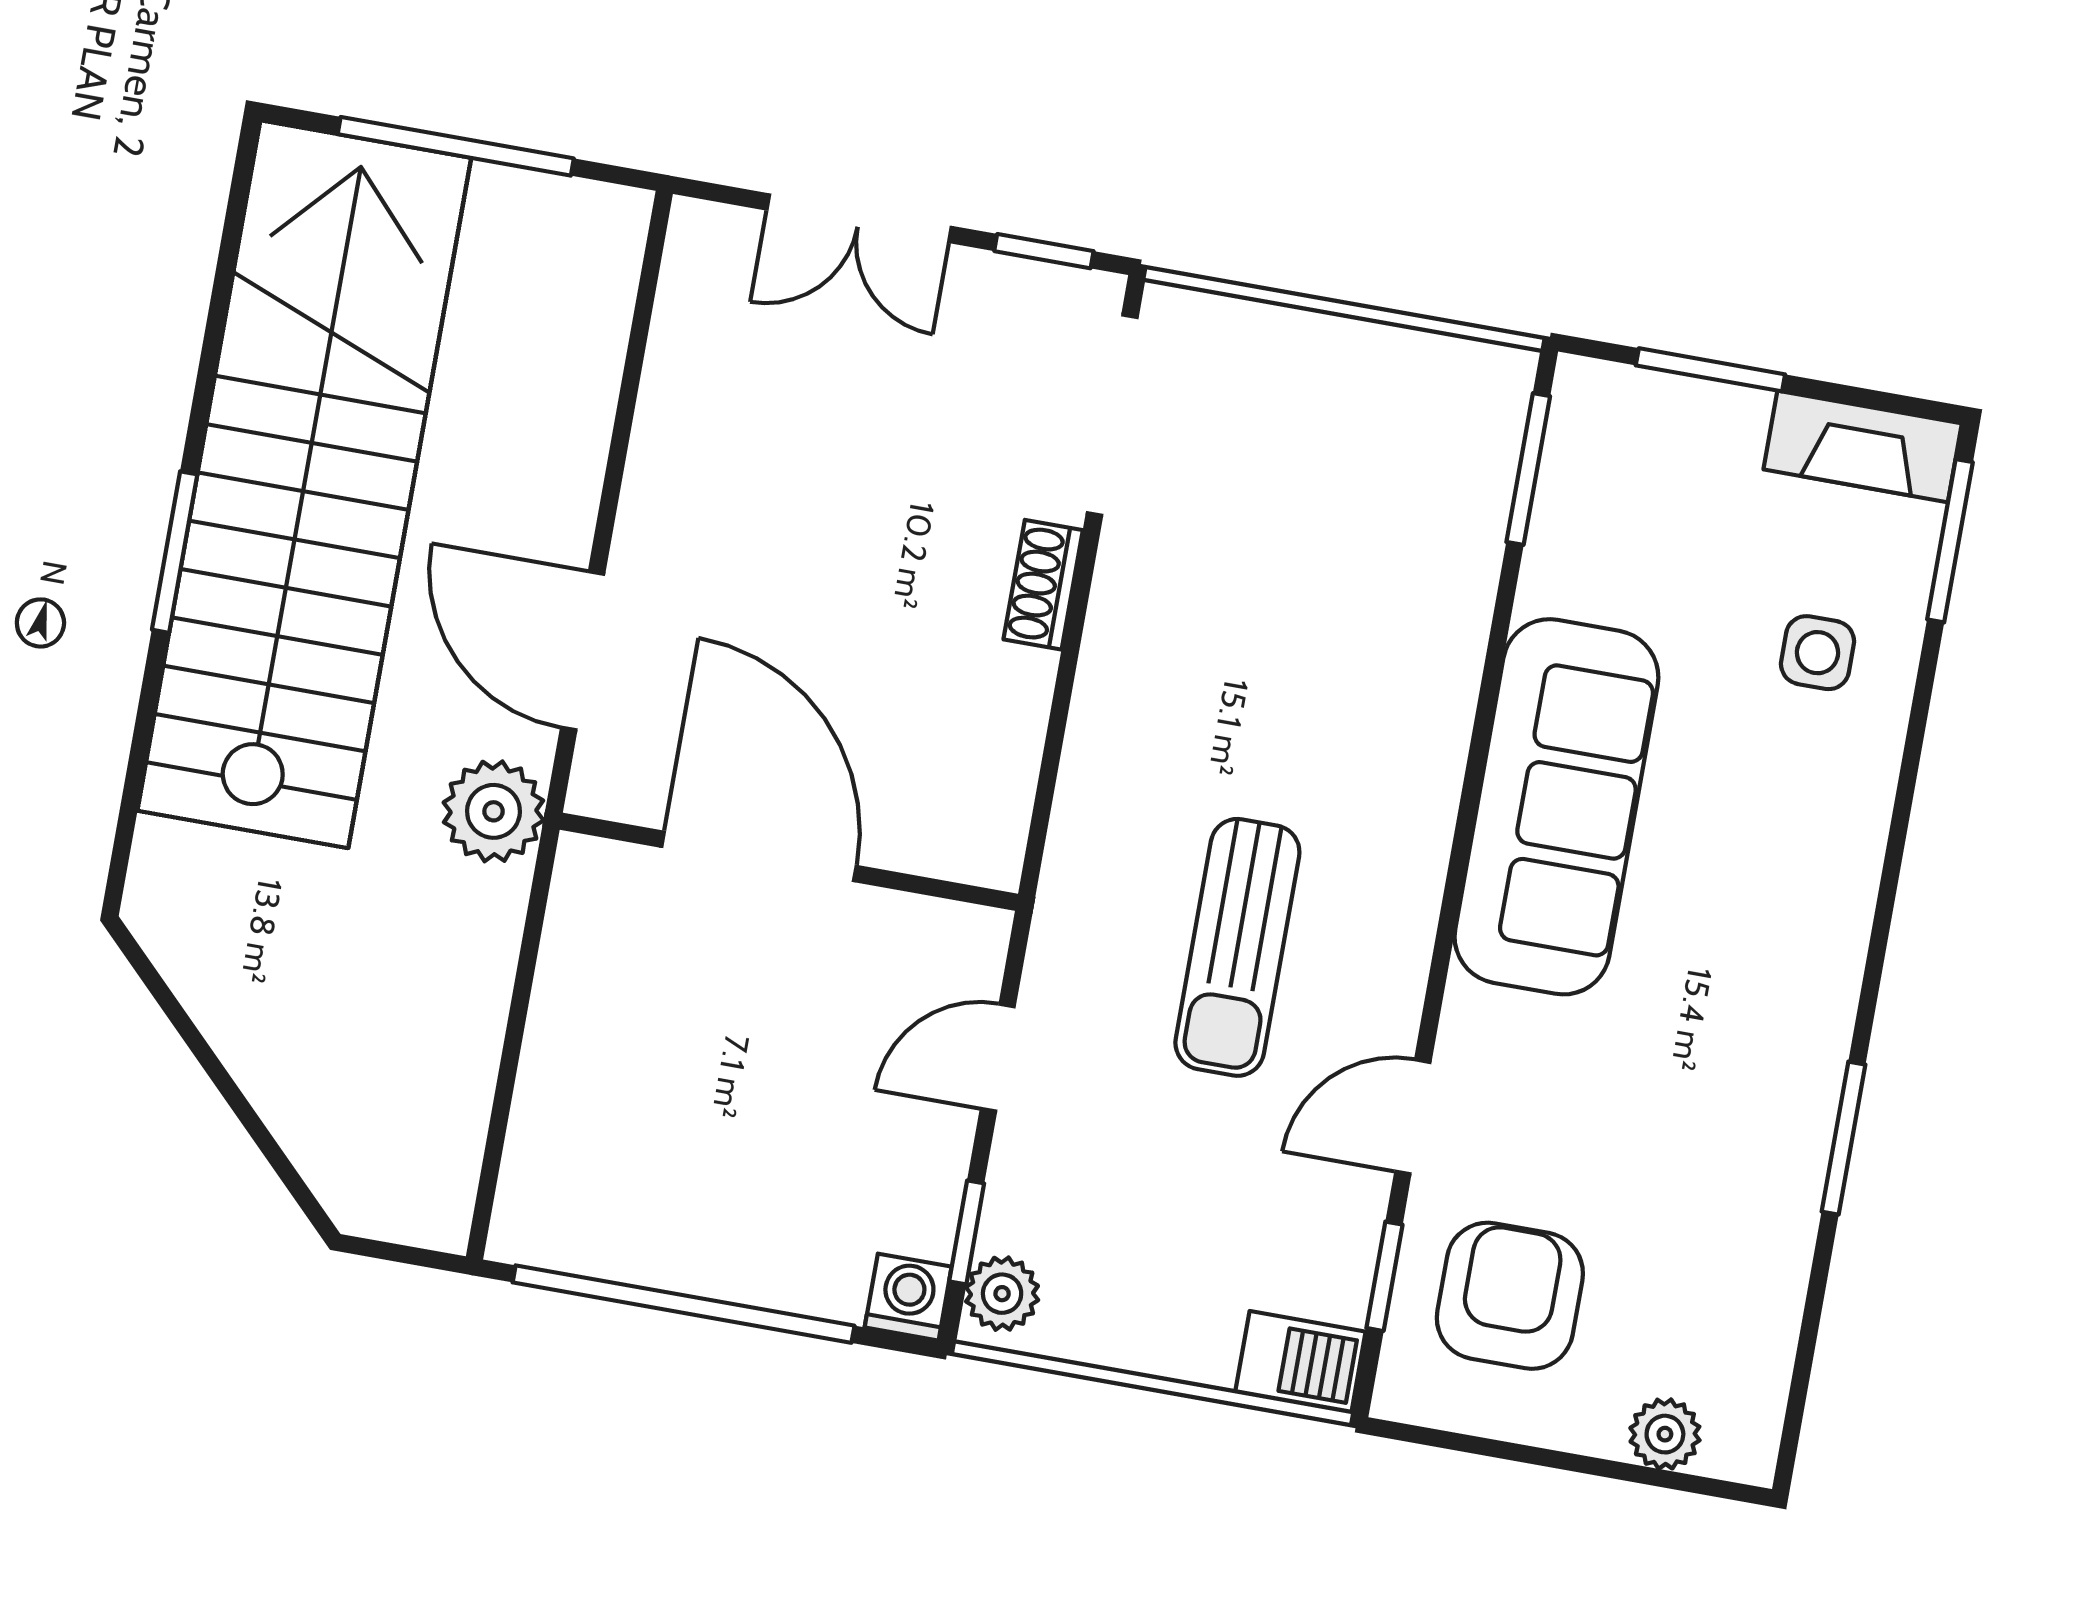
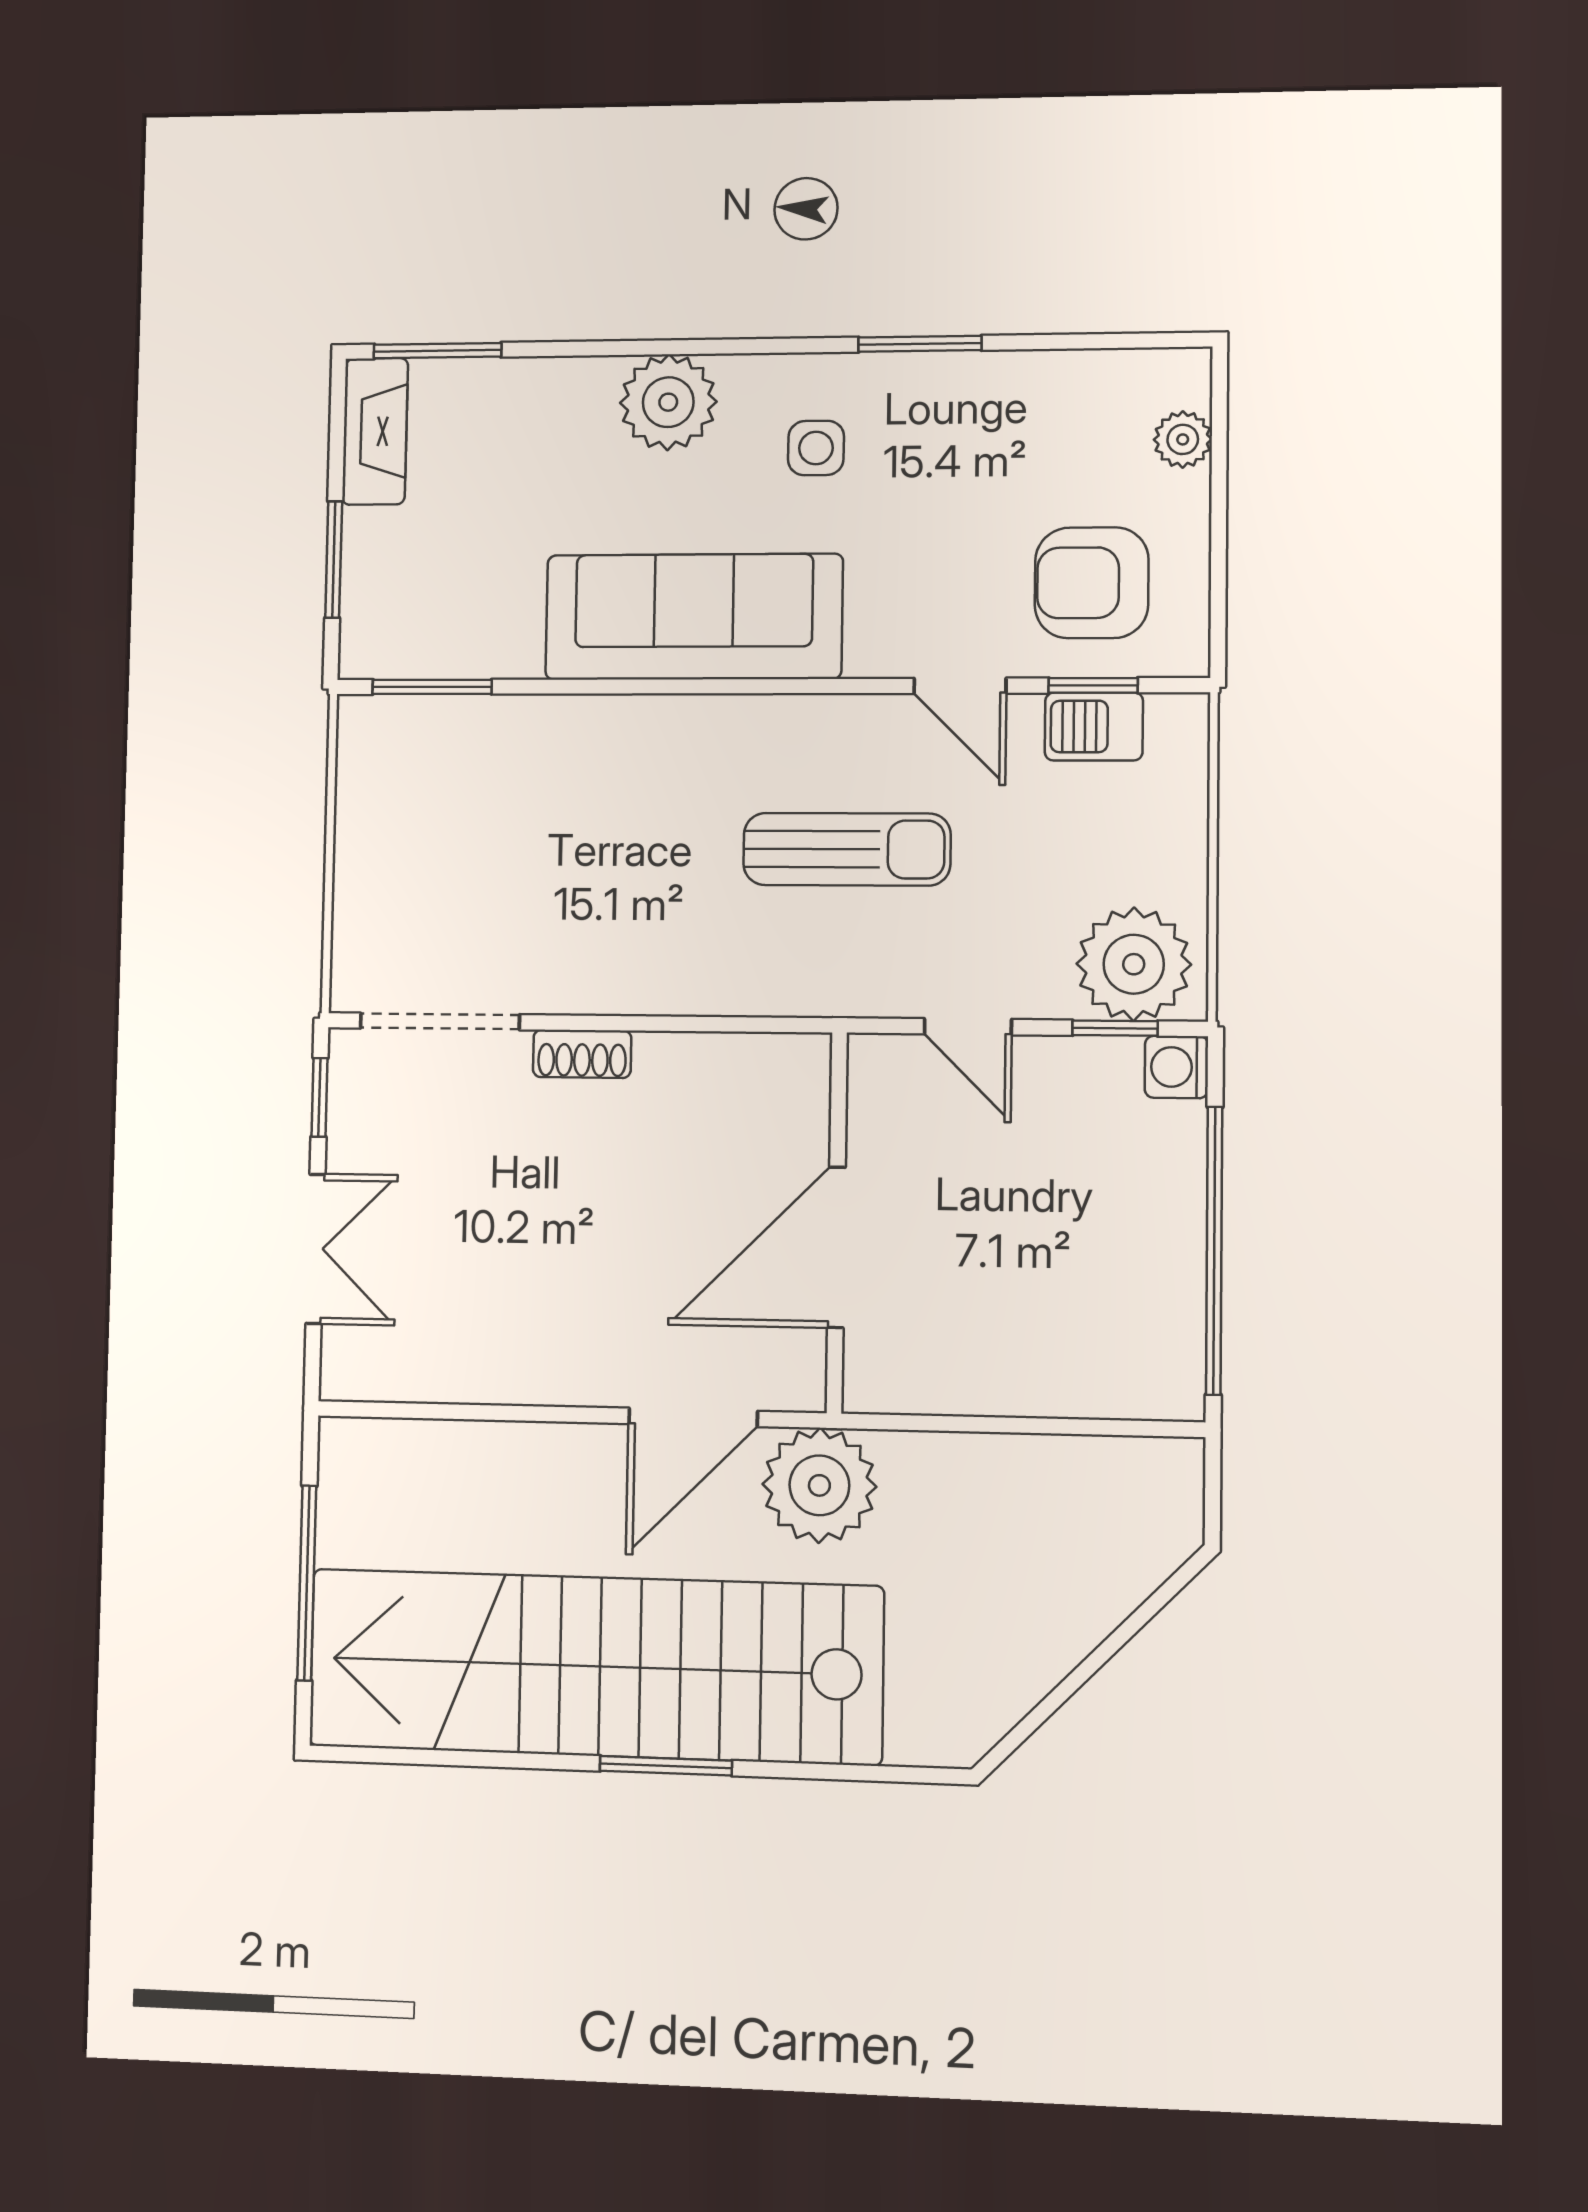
side table: (1818, 653) -> (816, 448), moved
plant: (493, 811) -> (819, 1485), width x1.36, depth x1.36
plant: (1830, 818) -> (668, 402), added
plant: (1002, 1294) -> (1134, 964), width x1.88, depth x1.88
barbecue: (1300, 1363) -> (1094, 726), moved, turned -90

